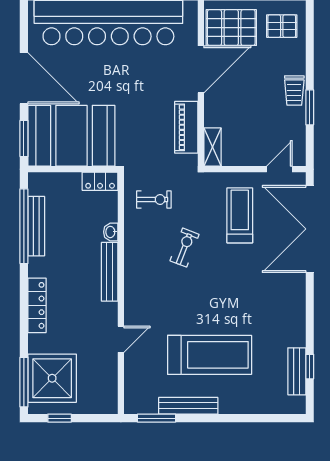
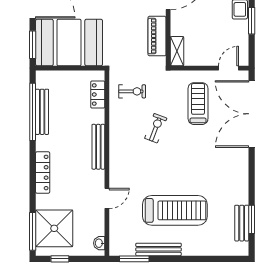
locker: (100, 181) -> (98, 95), moved, turned 90
washbasin: (111, 232) -> (99, 243), moved
window: (310, 367) -> (252, 219), width x1.50

